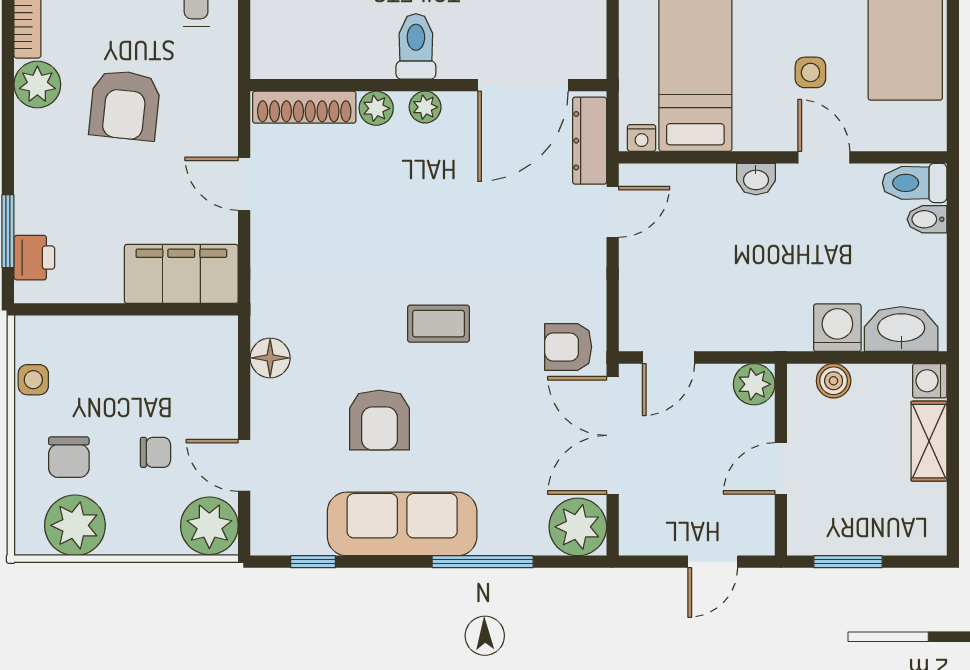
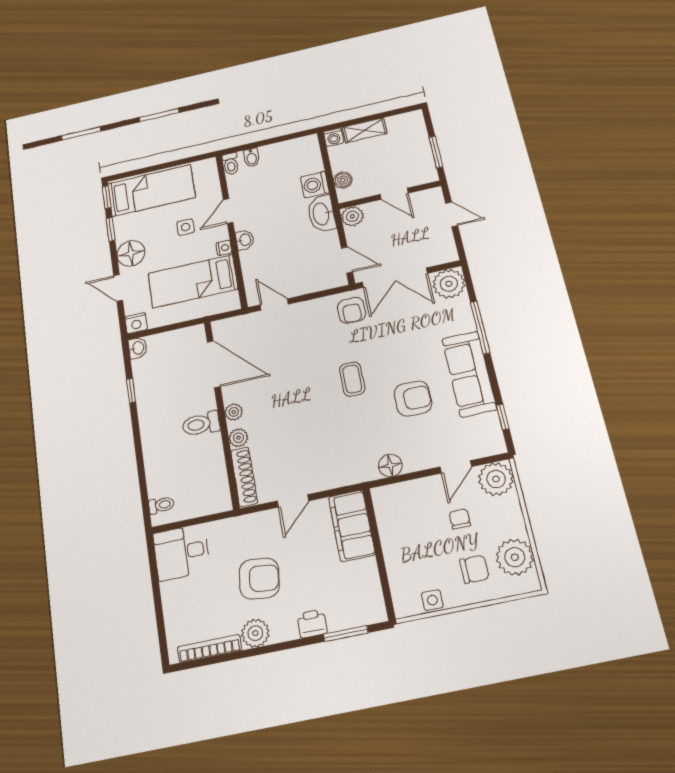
nightstand: (642, 138) -> (224, 248), moved
dresser: (590, 141) -> (238, 324), removed
toilet: (915, 183) -> (231, 164), width x0.73, depth x0.72
printer: (34, 258) -> (312, 624), moved
washbasin: (901, 329) -> (322, 214), moved

